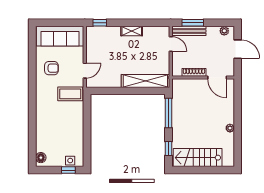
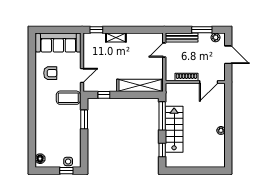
window: (193, 23) -> (202, 30), moved
shelving: (132, 31) -> (116, 38), moved
door: (171, 44) -> (164, 50), swing flipped
door: (217, 77) -> (209, 82), hinge flipped
window: (108, 91) -> (104, 95), added
window: (87, 117) -> (84, 119), added
stairs: (198, 158) -> (174, 129), moved, turned 90

